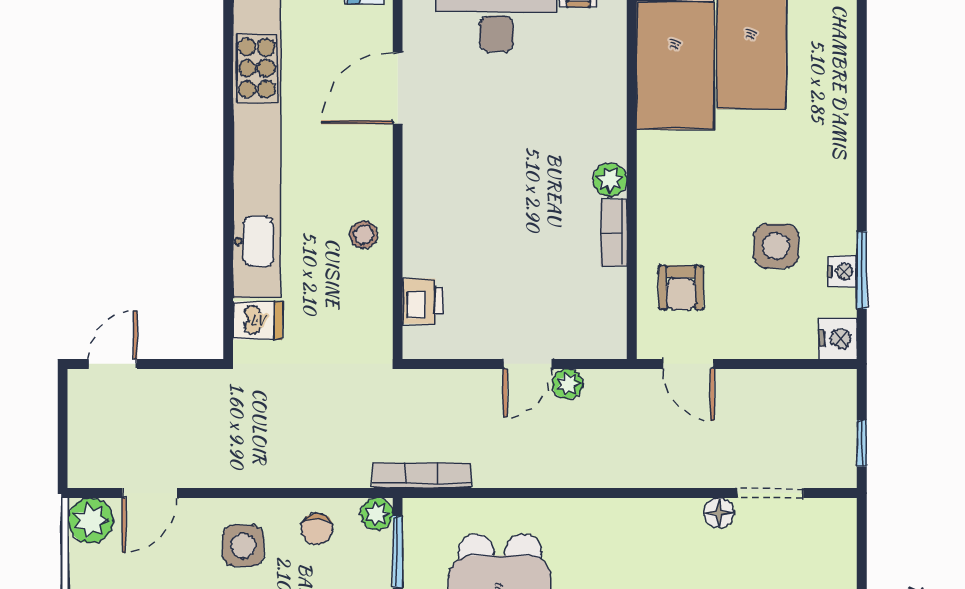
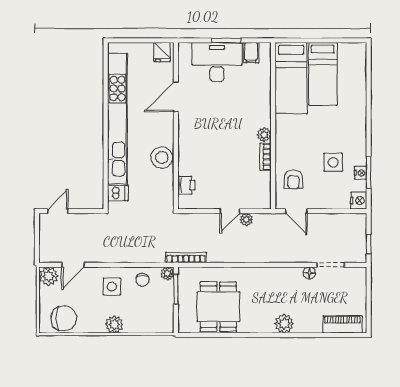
stool: (364, 235) -> (162, 158), width x1.89, depth x1.89

